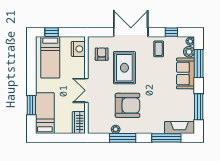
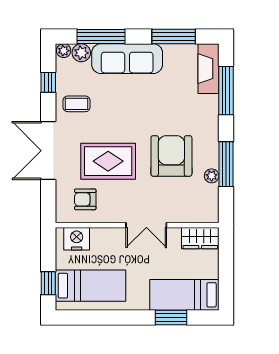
sofa: (186, 73) -> (127, 59), width x1.36

